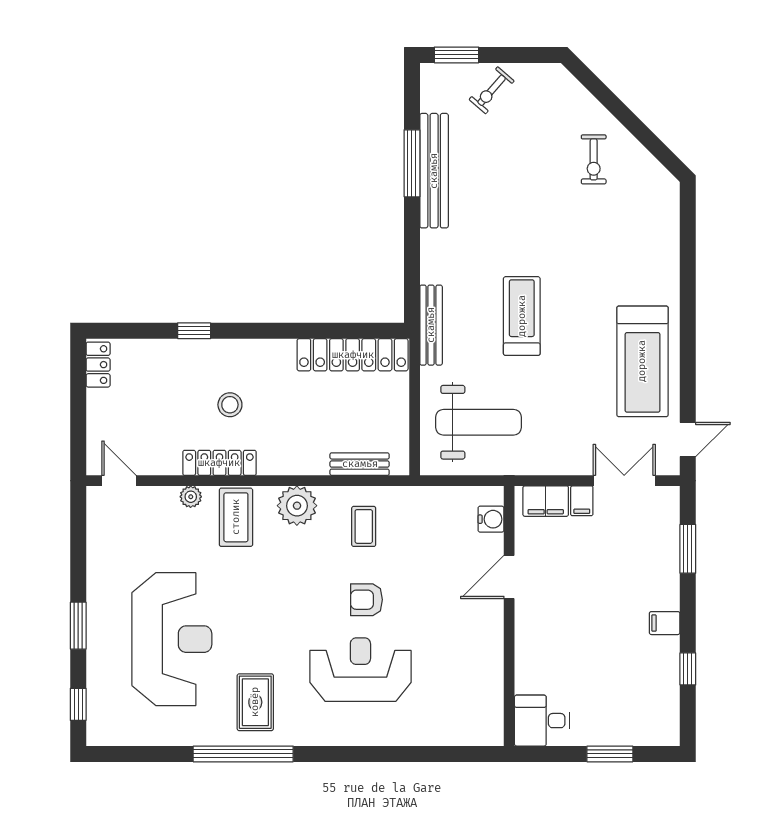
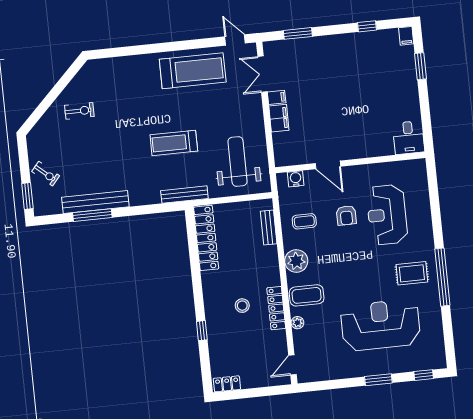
water cooler: (491, 519) -> (296, 179), moved
door: (509, 577) -> (328, 165), moved
wall: (509, 616) -> (350, 163), moved
filing cabinet: (665, 623) -> (406, 36), moved
desk: (542, 721) -> (409, 138), moved

